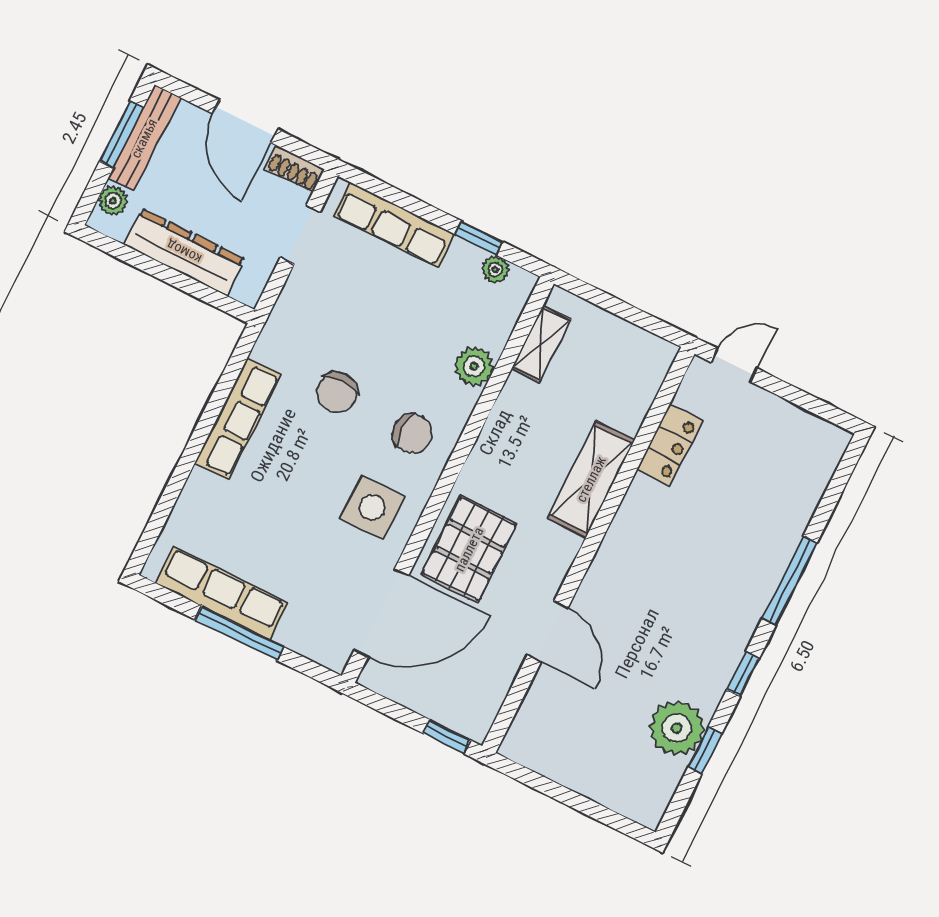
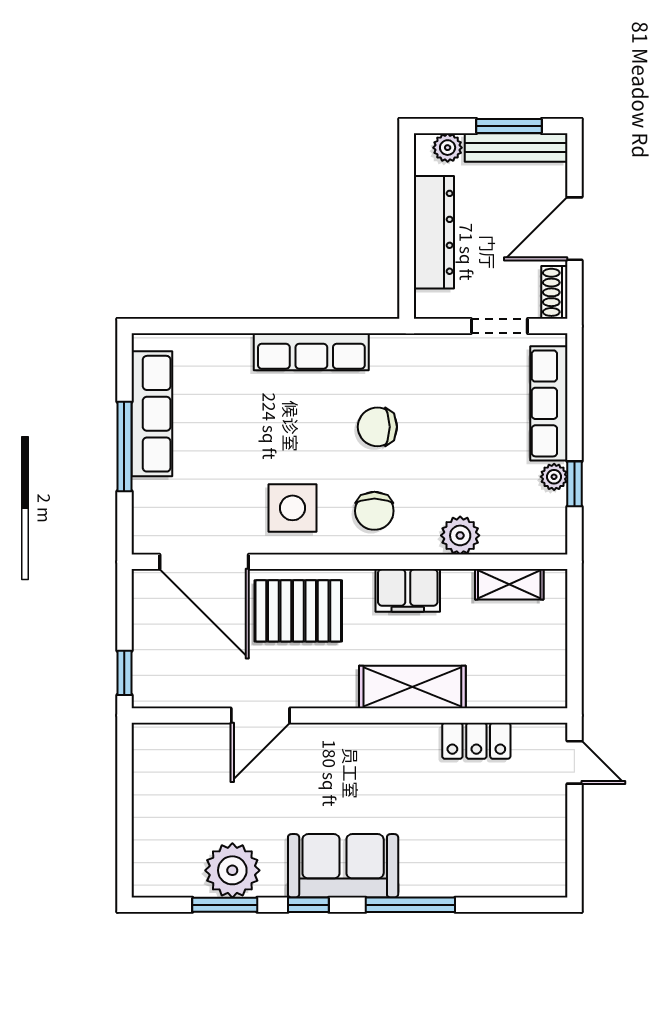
plant: (495, 270) -> (554, 477), moved
filing cabinet: (500, 439) -> (408, 590), added
sofa: (723, 624) -> (343, 866), added
window: (705, 751) -> (225, 905), width x1.50

